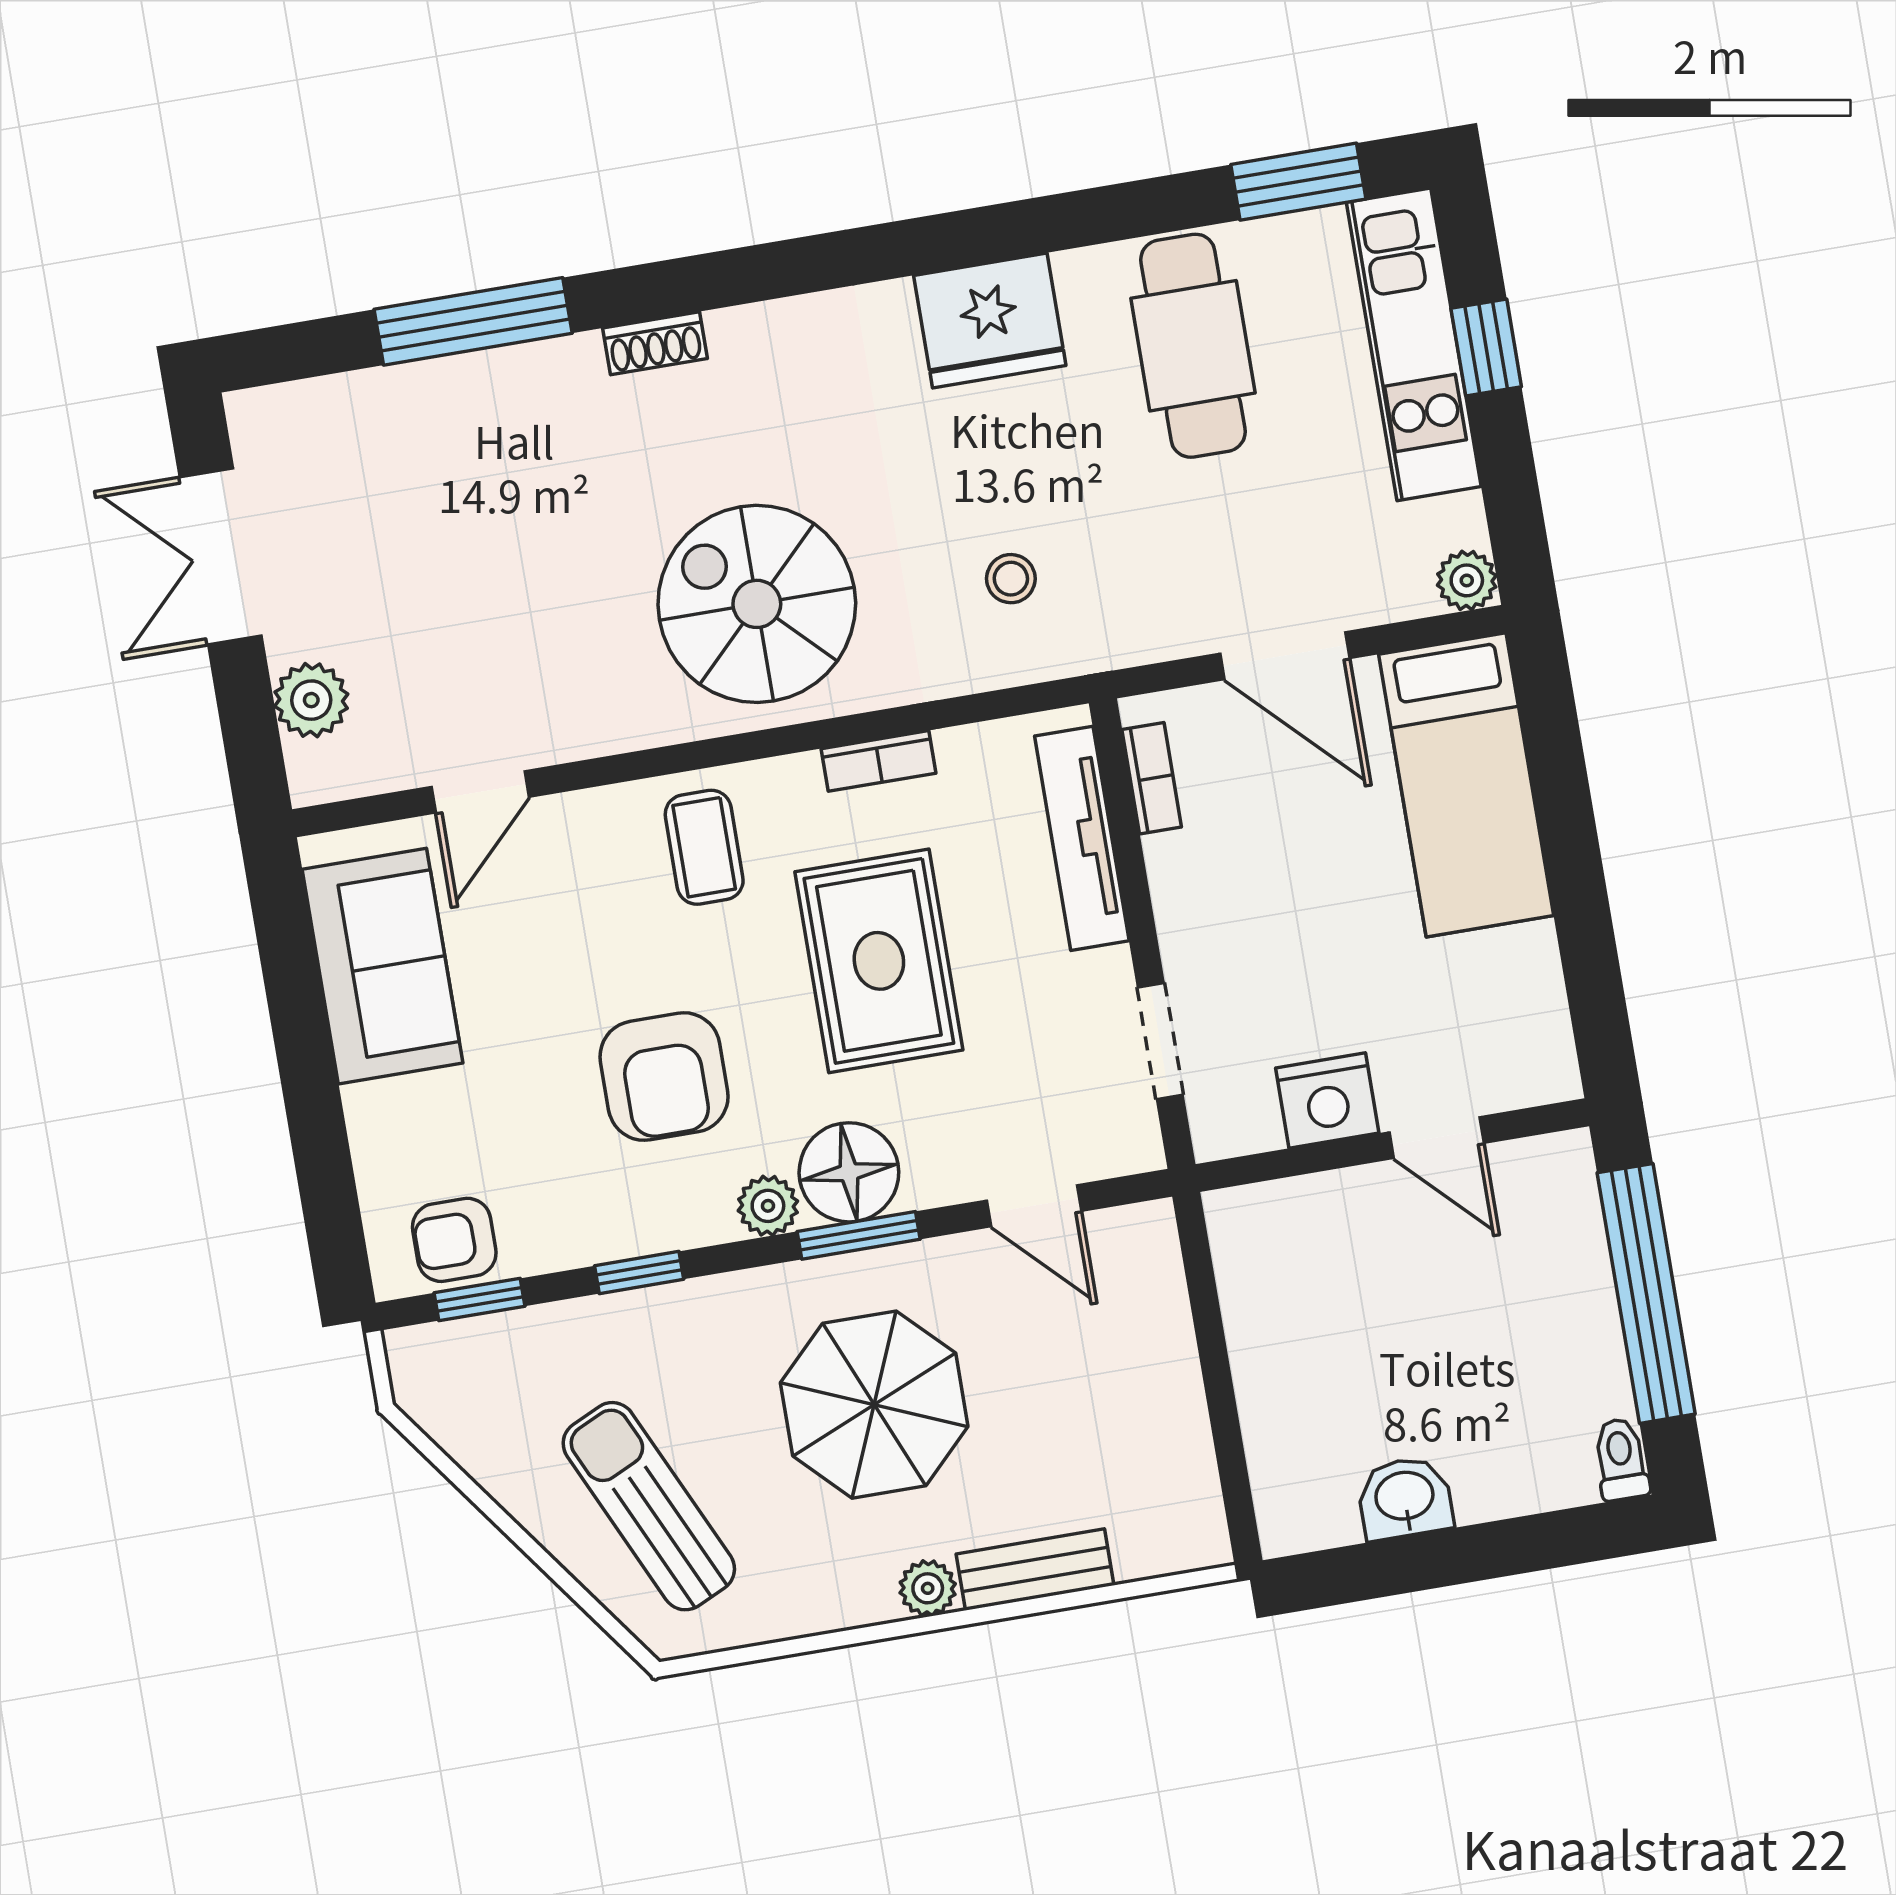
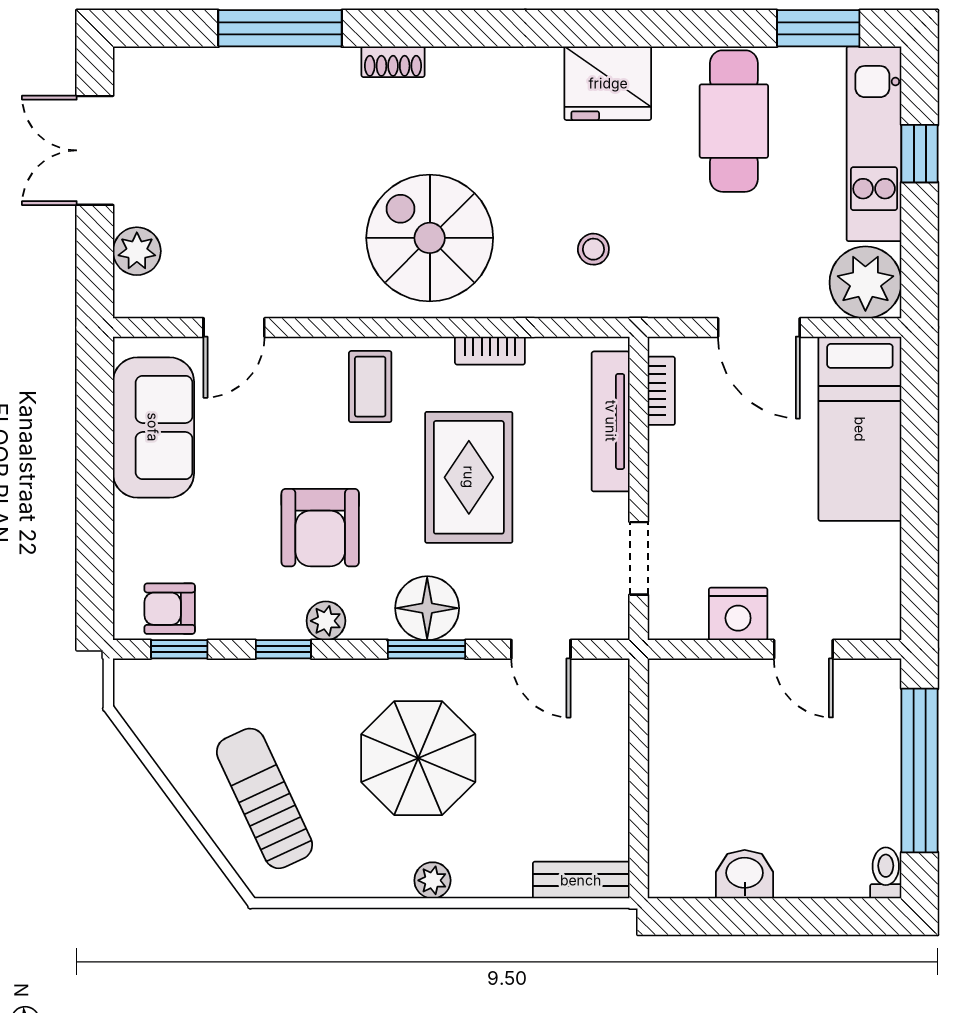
plant: (1467, 580) -> (865, 282), width x1.88, depth x1.88
plant: (768, 1206) -> (326, 621), moved
bench: (1035, 1570) -> (581, 880), moved

